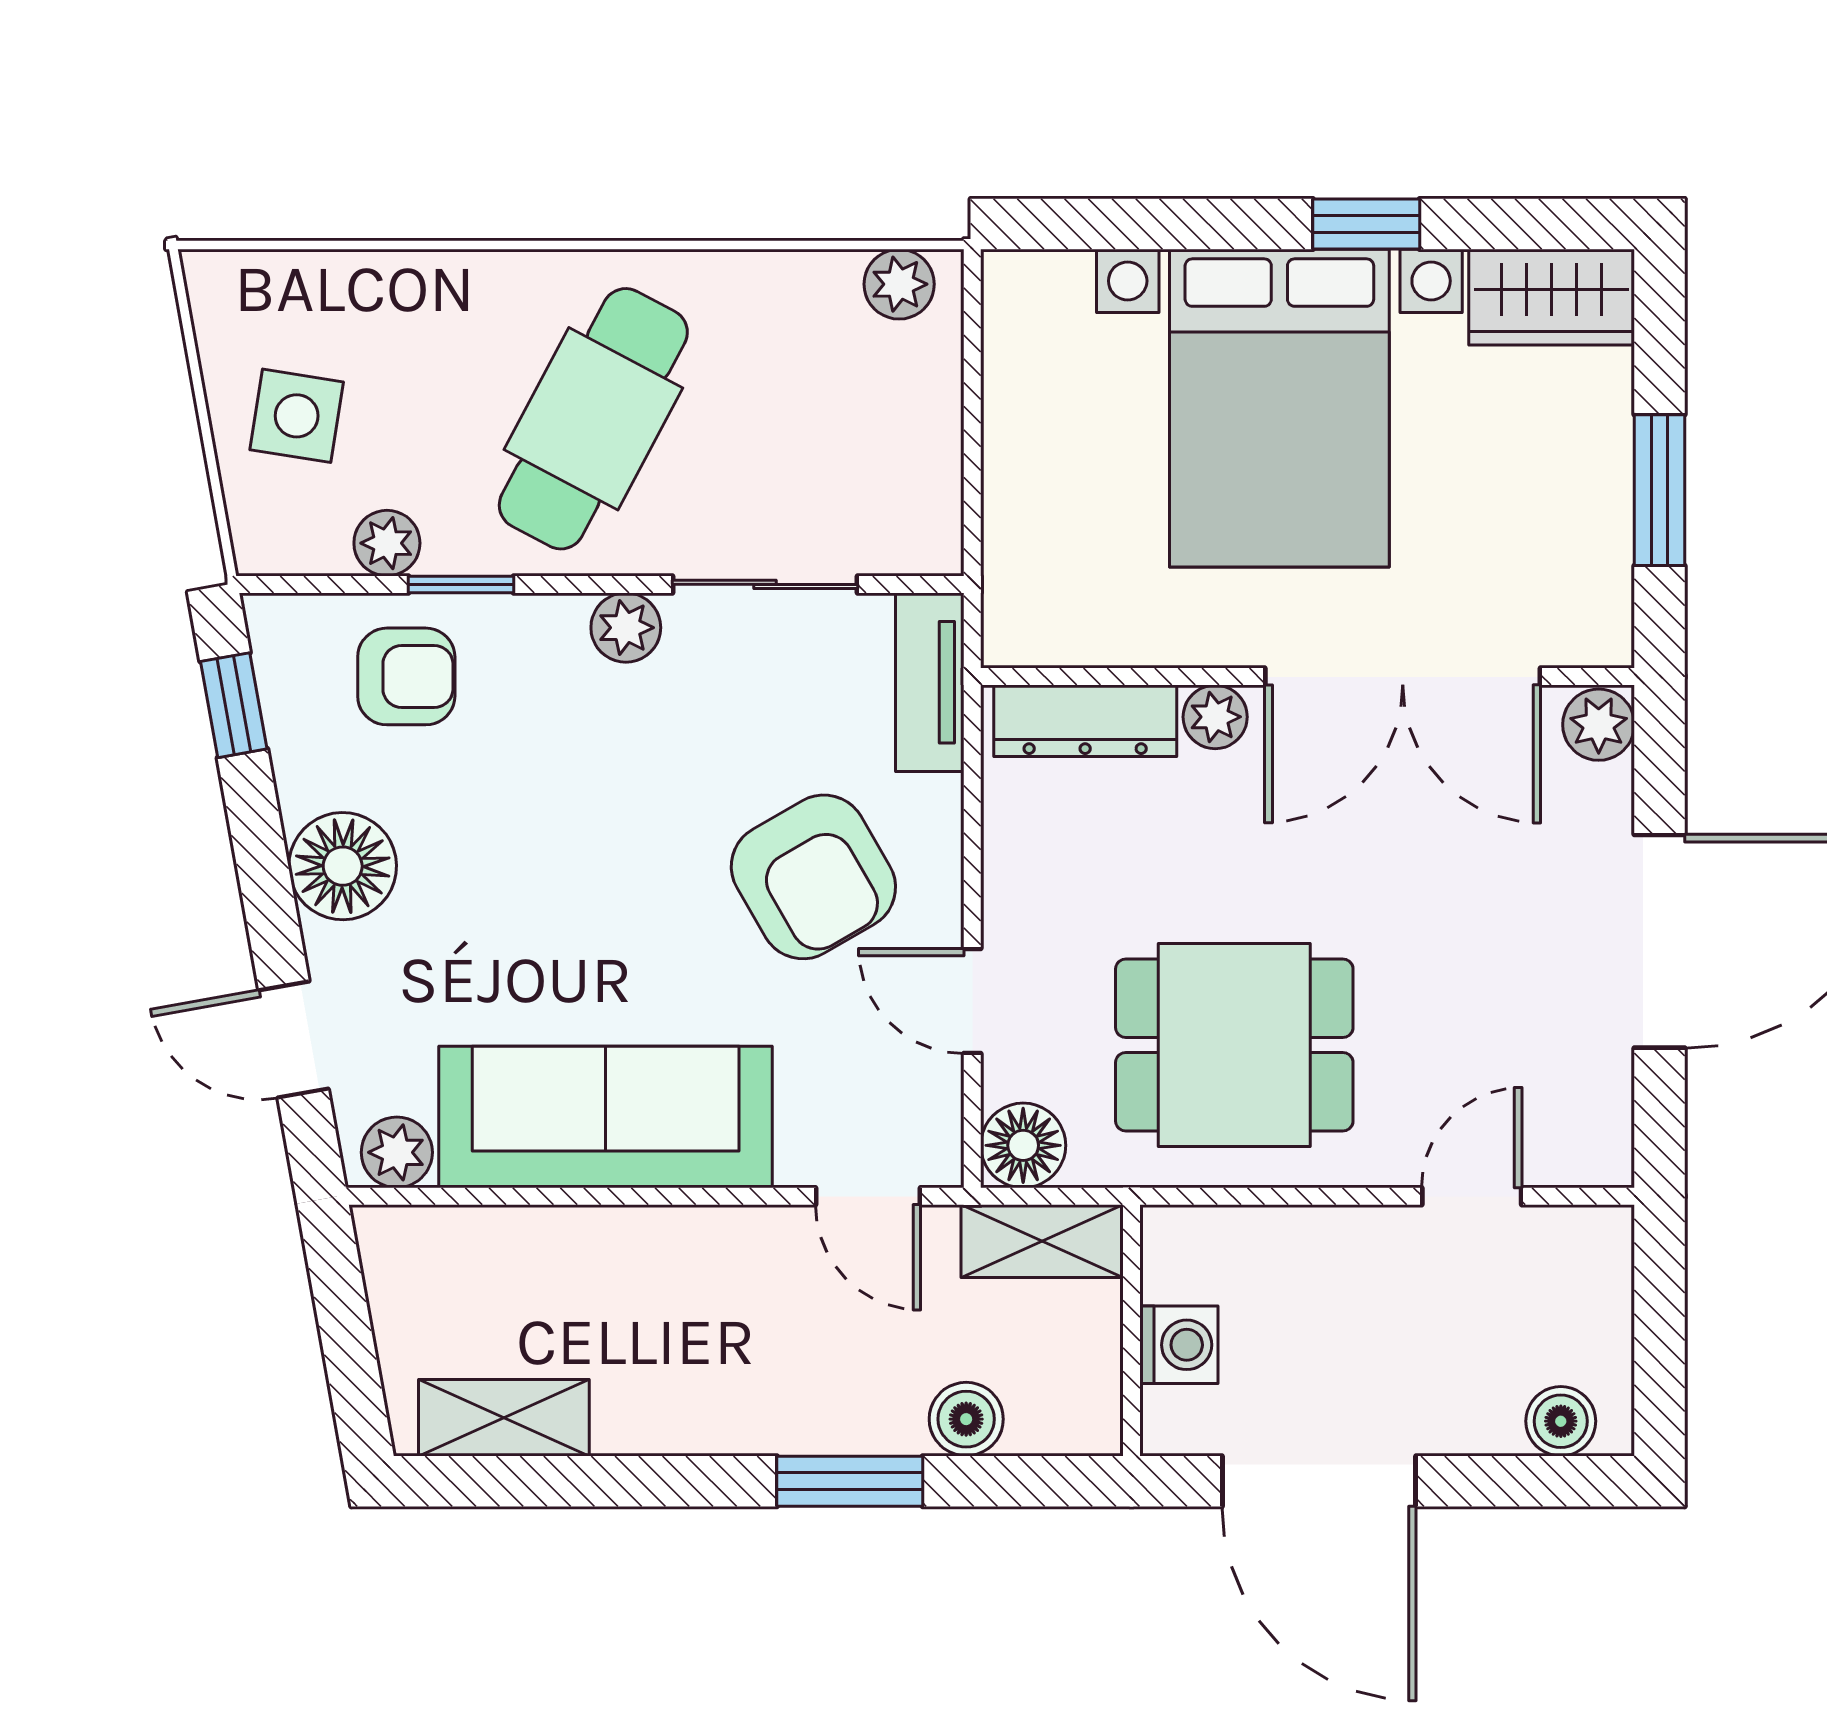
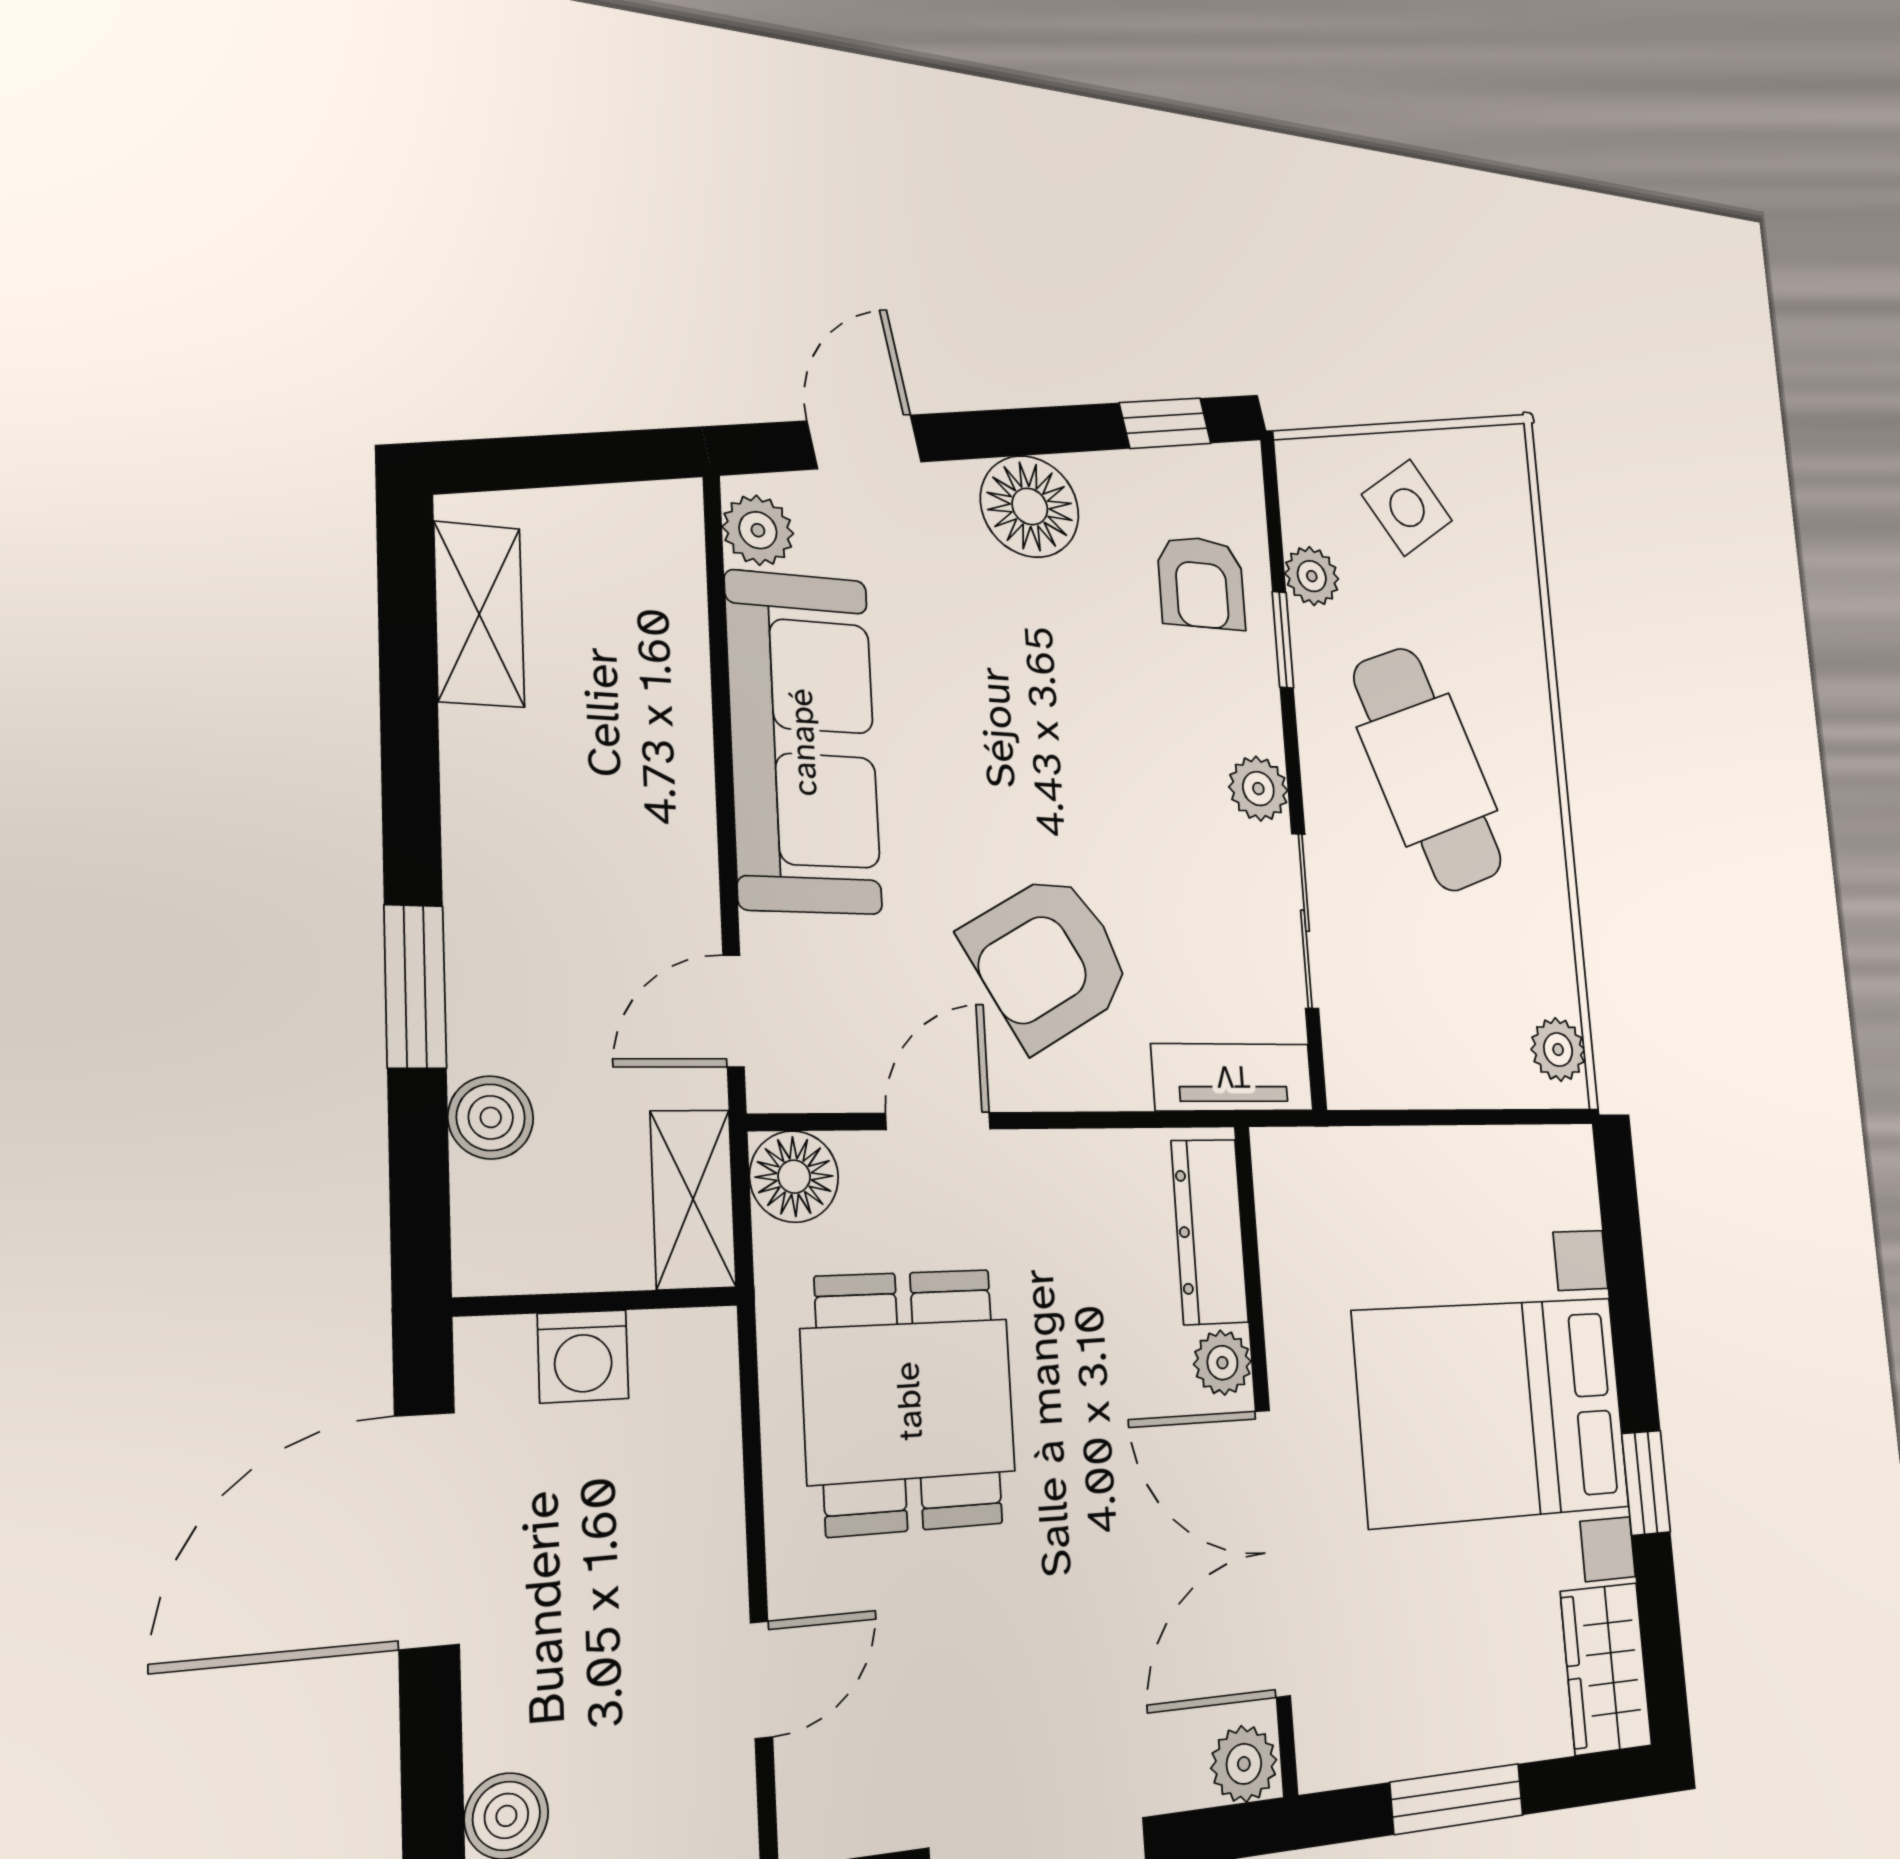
side table: (297, 416) -> (1407, 508), turned 45
cafe table: (593, 419) -> (1428, 769), turned 41
door: (1472, 1196) -> (761, 1680), hinge flipped

